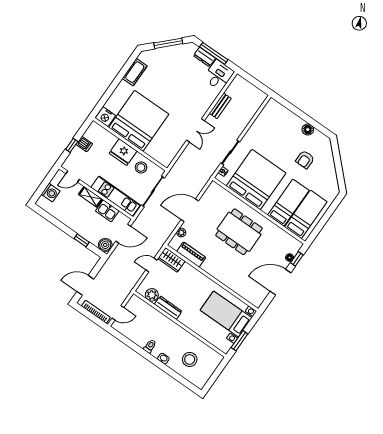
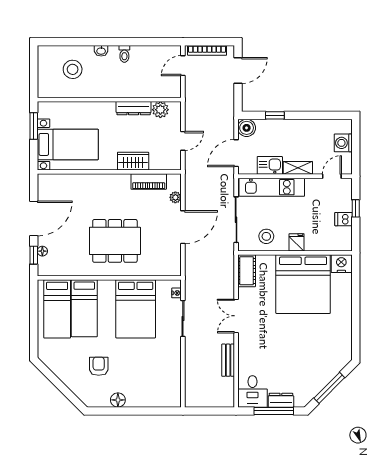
cot: (135, 72) -> (247, 271), moved
fridge: (123, 152) -> (297, 242), width x0.53, depth x0.75
bed: (256, 180) -> (136, 309), width x0.73
wardrobe: (171, 260) -> (133, 161), moved

